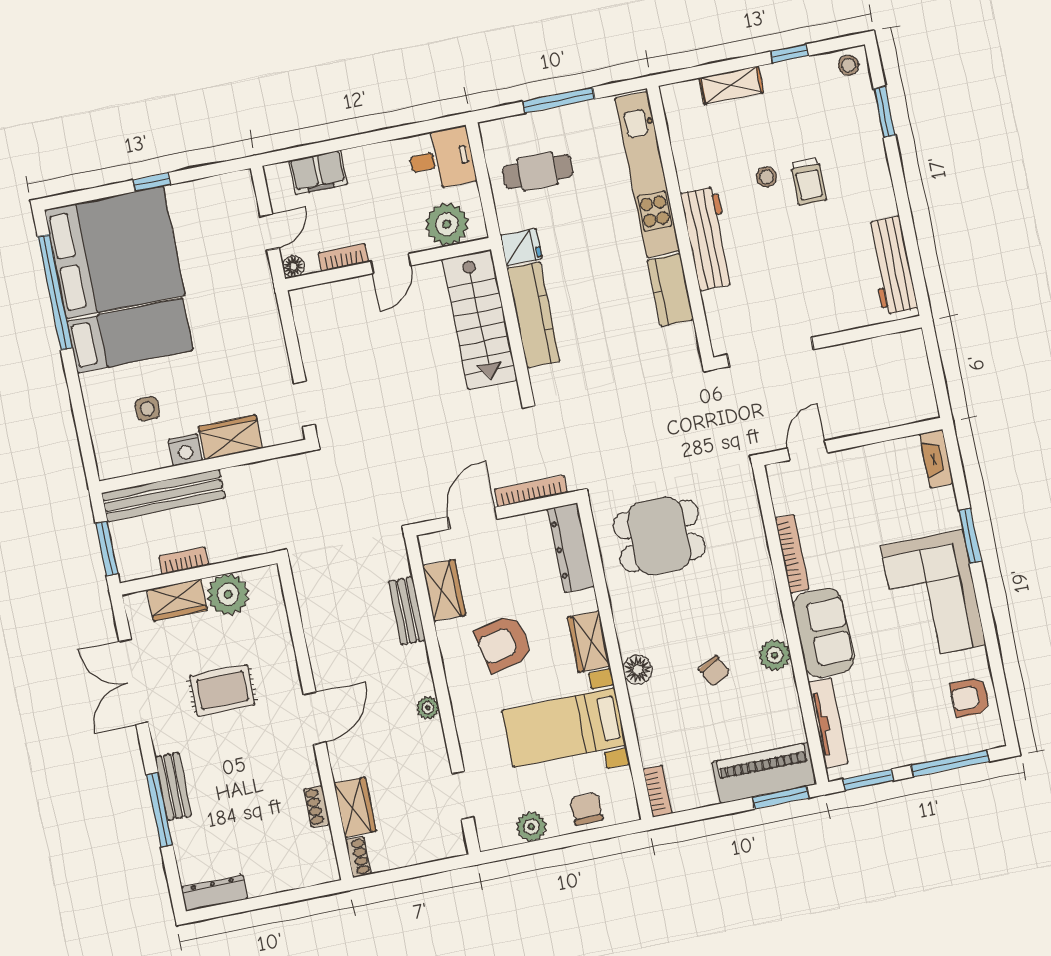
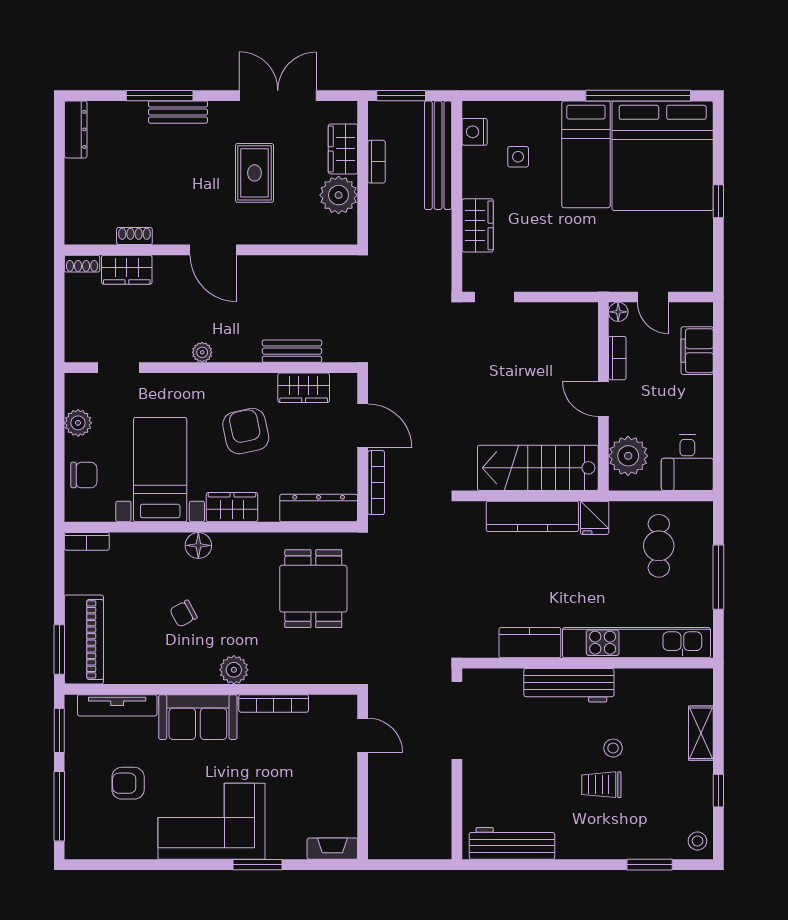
nightstand: (185, 450) -> (475, 132), moved
plant: (775, 655) -> (234, 670), moved
armchair: (970, 697) -> (128, 783), moved, turned -90

